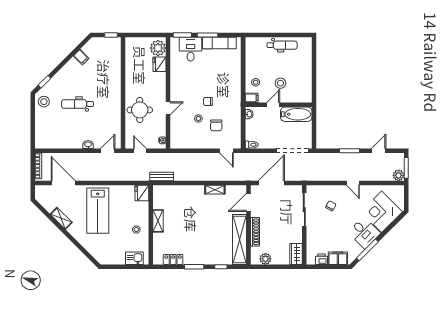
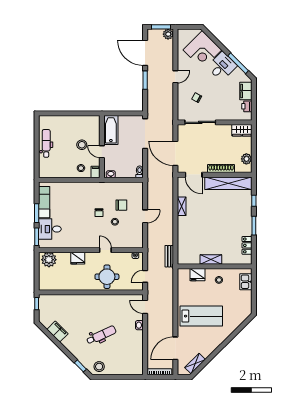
filing cabinet: (81, 57) -> (57, 332), width x2.00
fridge: (159, 64) -> (78, 258), moved
dental chair: (77, 104) -> (101, 335), turned -115
door: (226, 151) -> (145, 216), moved
door: (379, 151) -> (145, 53), width x1.88
fridge: (142, 193) -> (197, 275), moved
shelving: (61, 218) -> (195, 364), moved

